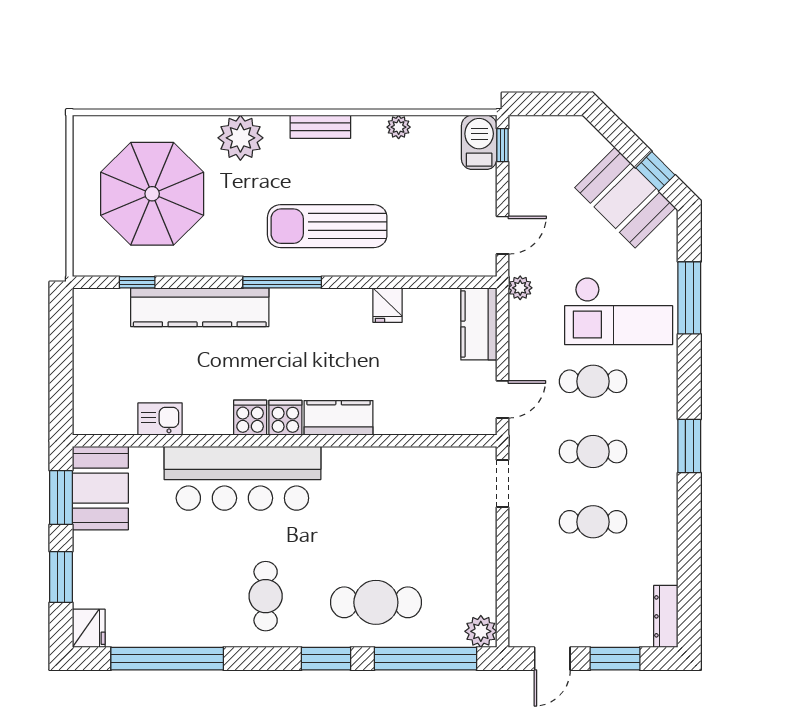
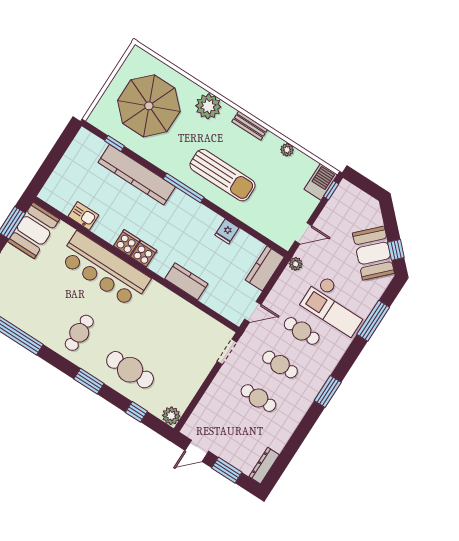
sun lounger: (327, 226) -> (222, 175), turned 180
kitchen counter: (339, 418) -> (186, 281), moved
window: (426, 659) -> (136, 412), width x0.32

